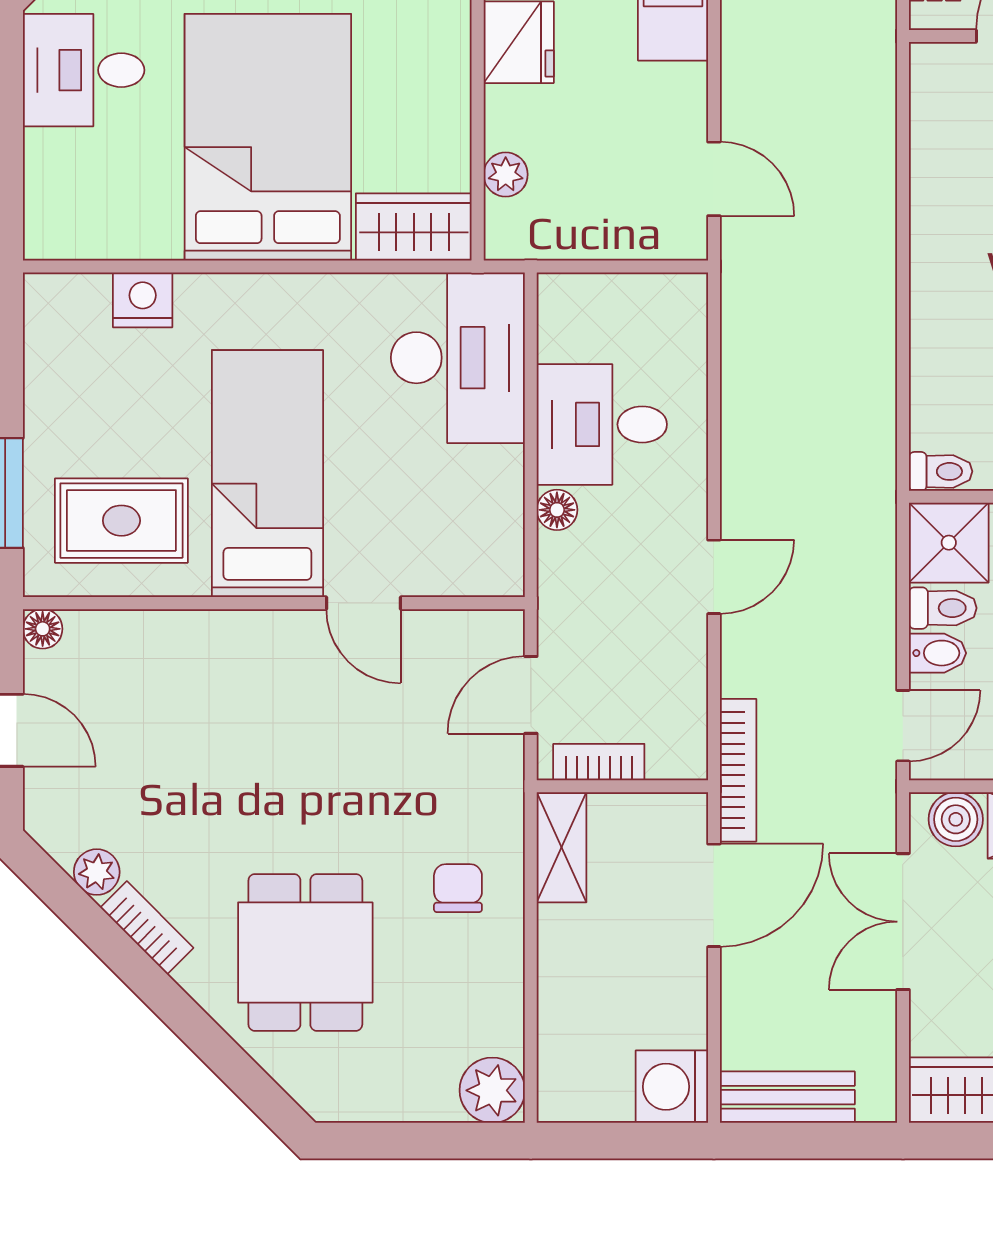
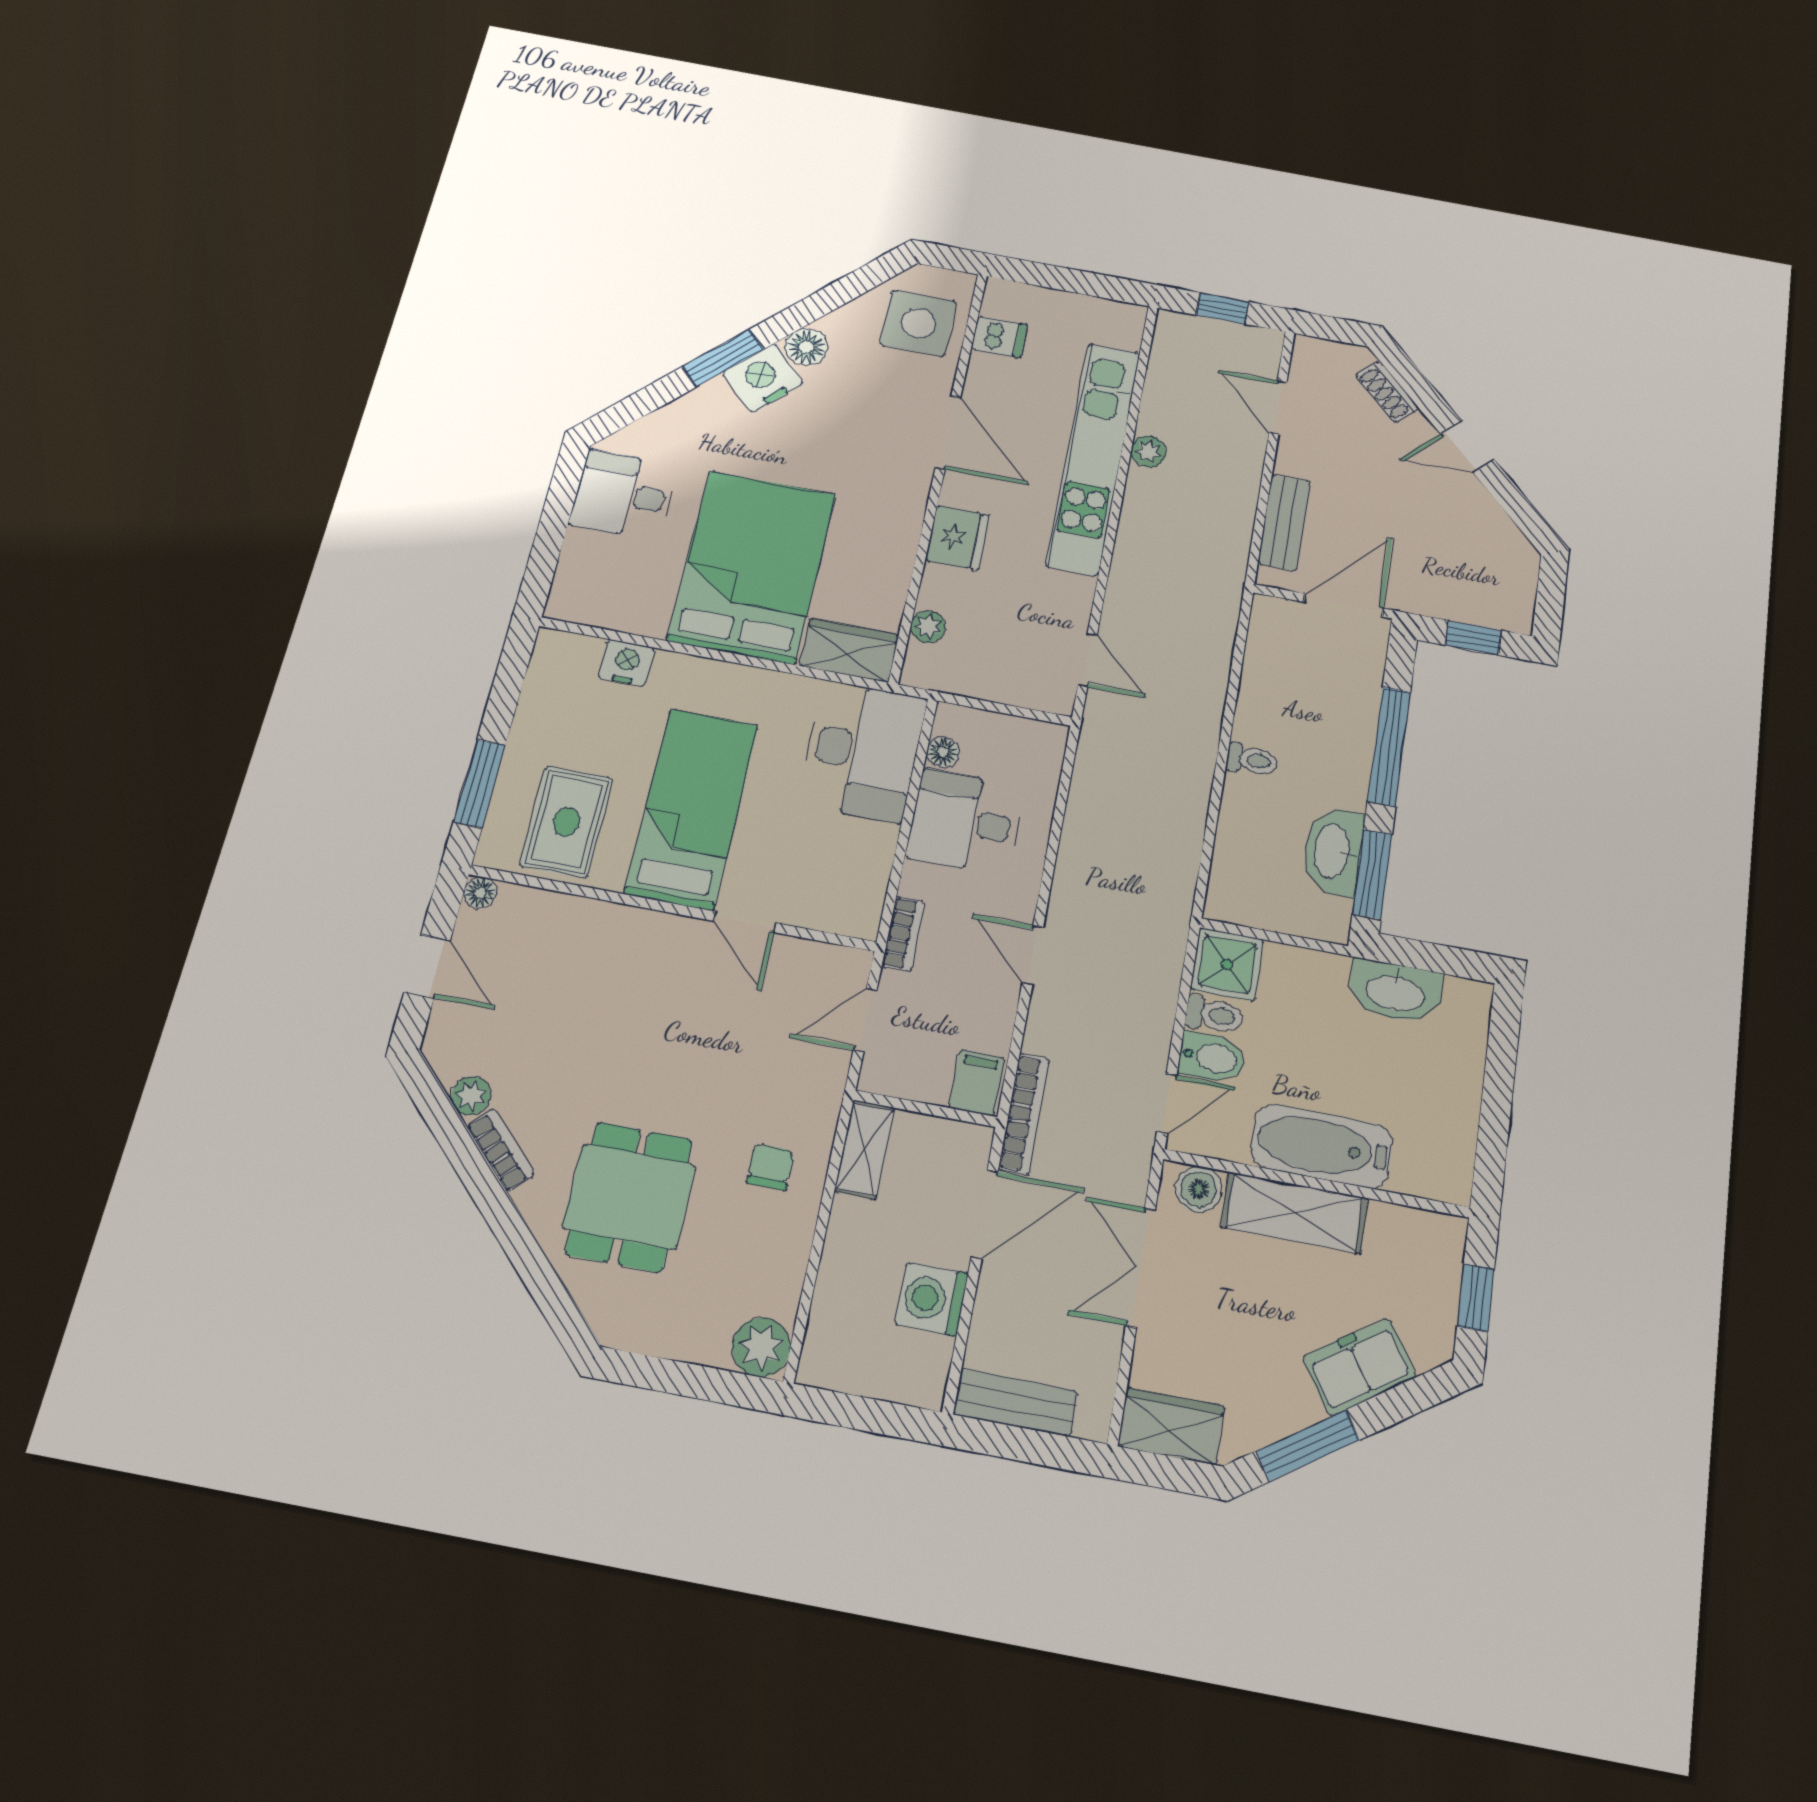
toilet: (941, 471) -> (1252, 760), moved
floor lamp: (557, 510) -> (943, 752), moved
rug: (121, 521) -> (566, 822), turned 90
door: (714, 577) -> (1033, 955), swing flipped
bidet: (938, 653) -> (1212, 1058), width x1.38, depth x1.36
filing cabinet: (676, 744) -> (977, 1083), added
bookcase: (599, 762) -> (904, 934), moved, turned 90
washing machine: (672, 1087) -> (931, 1299), moved

